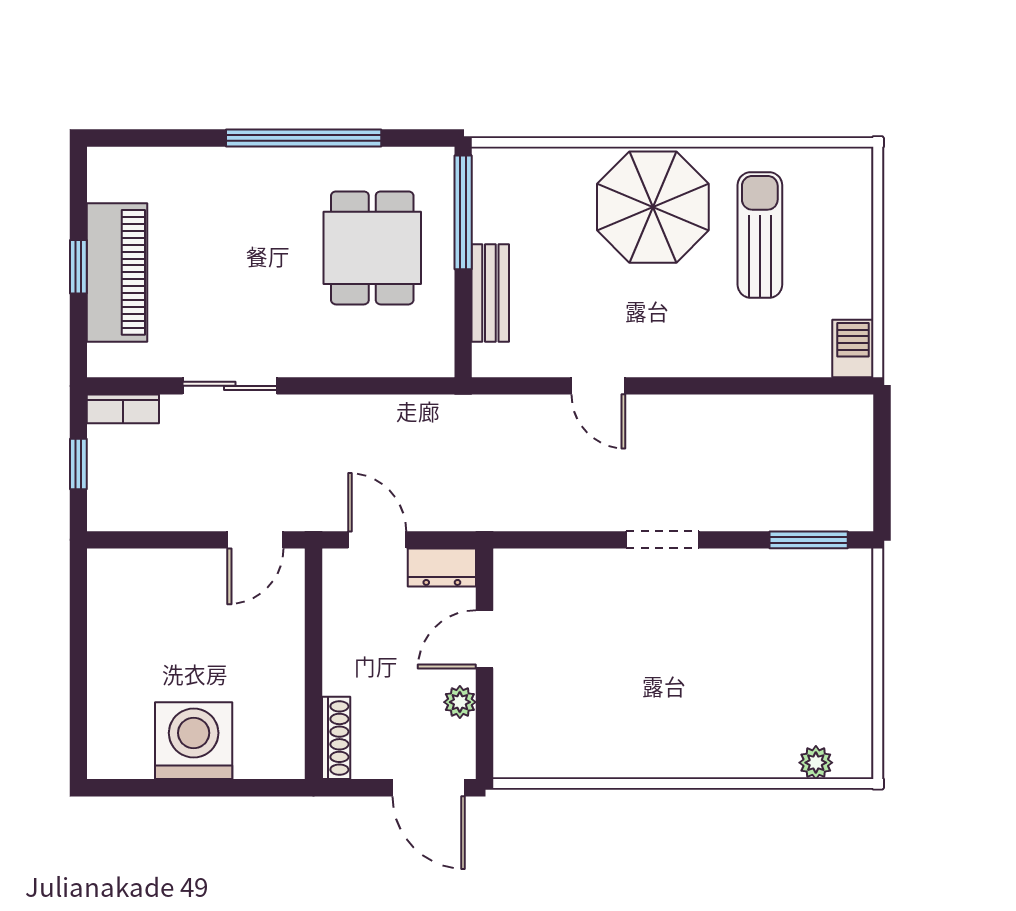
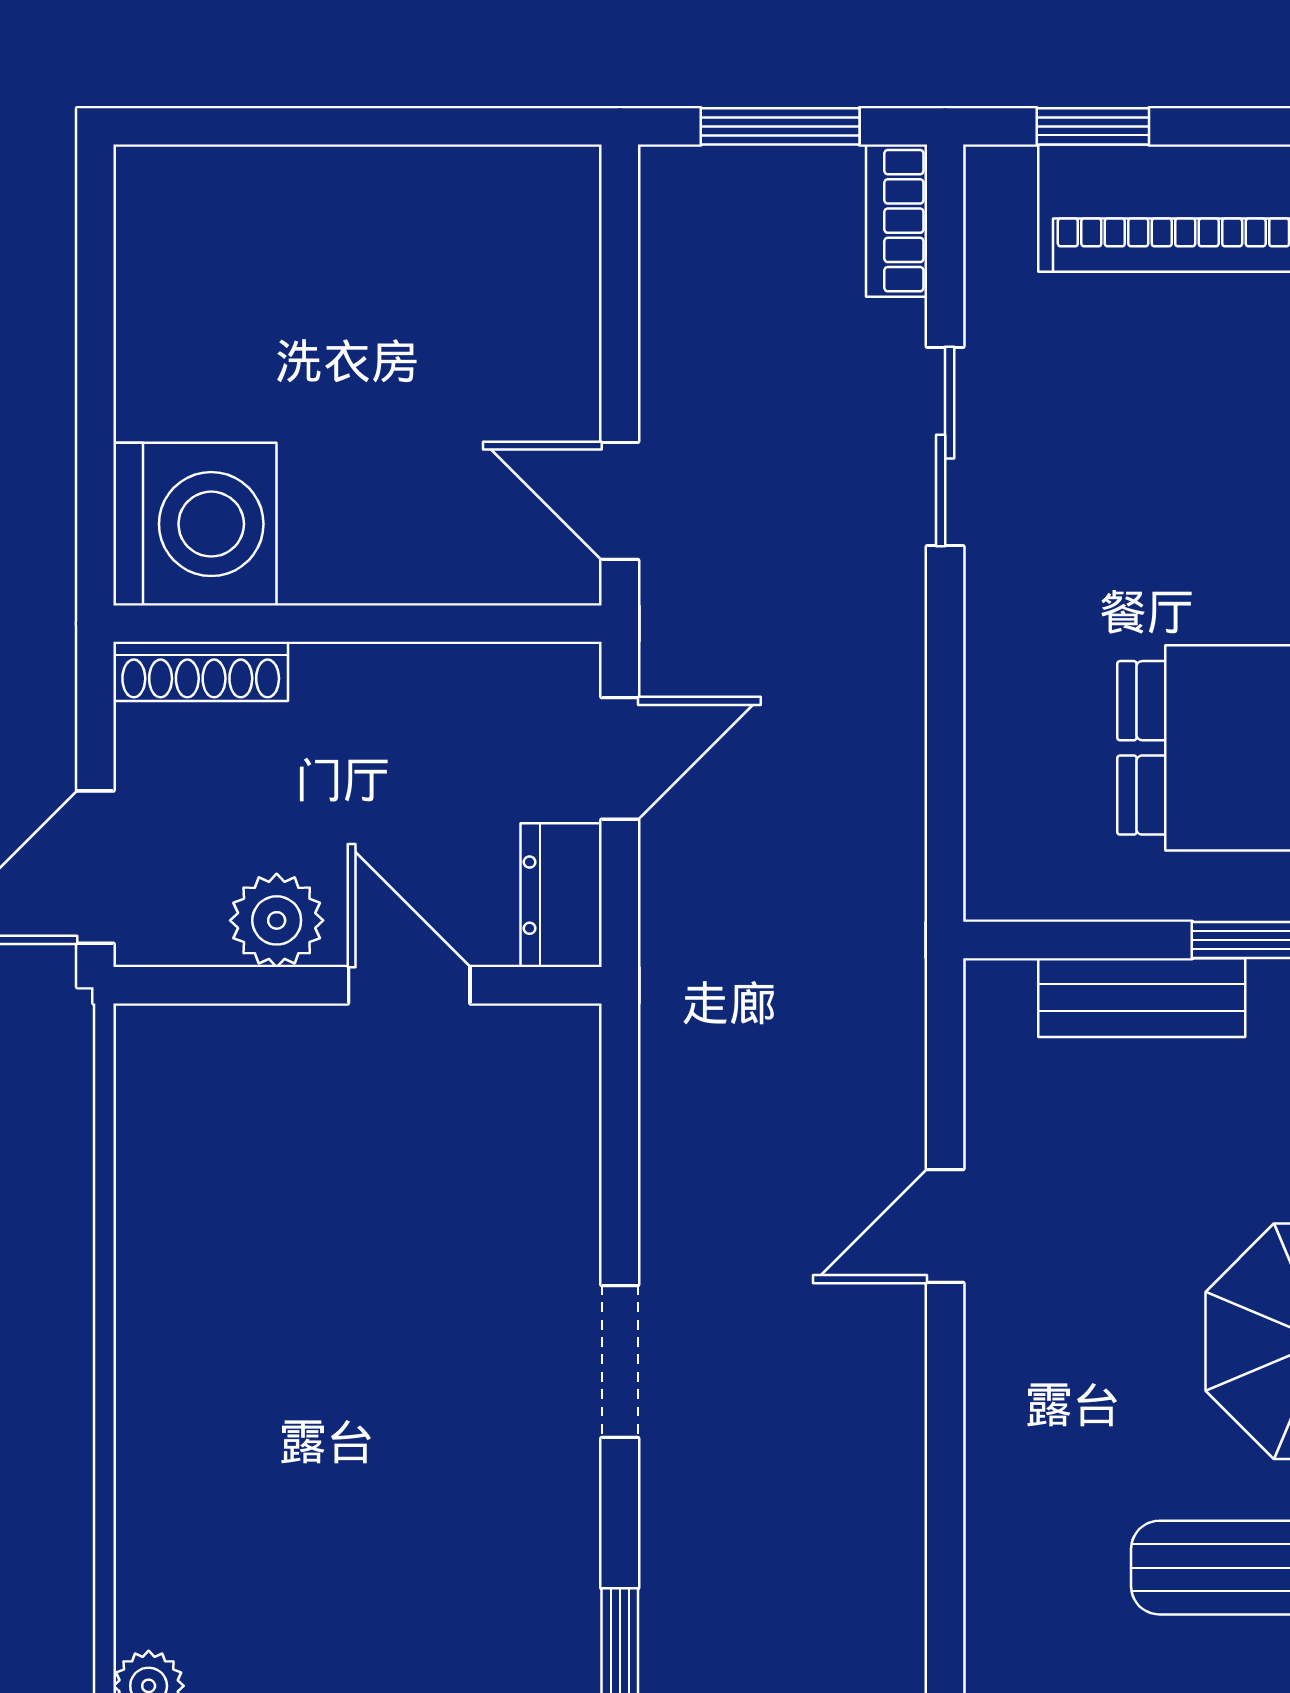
window: (78, 267) -> (1093, 126), moved
window: (78, 464) -> (780, 126), width x1.50
plant: (460, 702) -> (277, 920), width x1.38, depth x1.38
washing machine: (194, 741) -> (195, 524), moved

